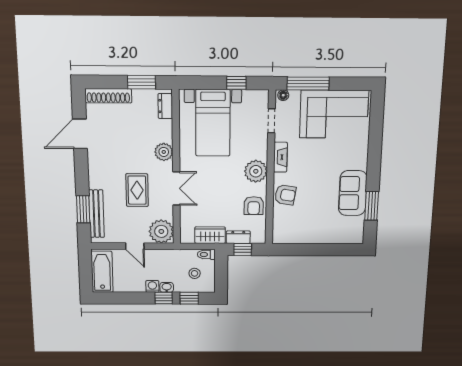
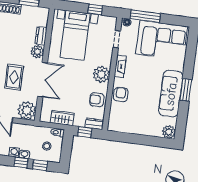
dresser: (165, 106) -> (41, 36), moved
double door: (176, 188) -> (42, 80), width x1.37
sofa: (353, 193) -> (171, 94), width x1.36
armchair: (285, 195) -> (121, 95), turned -99
armchair: (254, 206) -> (97, 100), turned 90
window: (372, 206) -> (186, 90), moved
plant: (355, 235) -> (169, 132), added
dresser: (238, 237) -> (94, 124), moved

